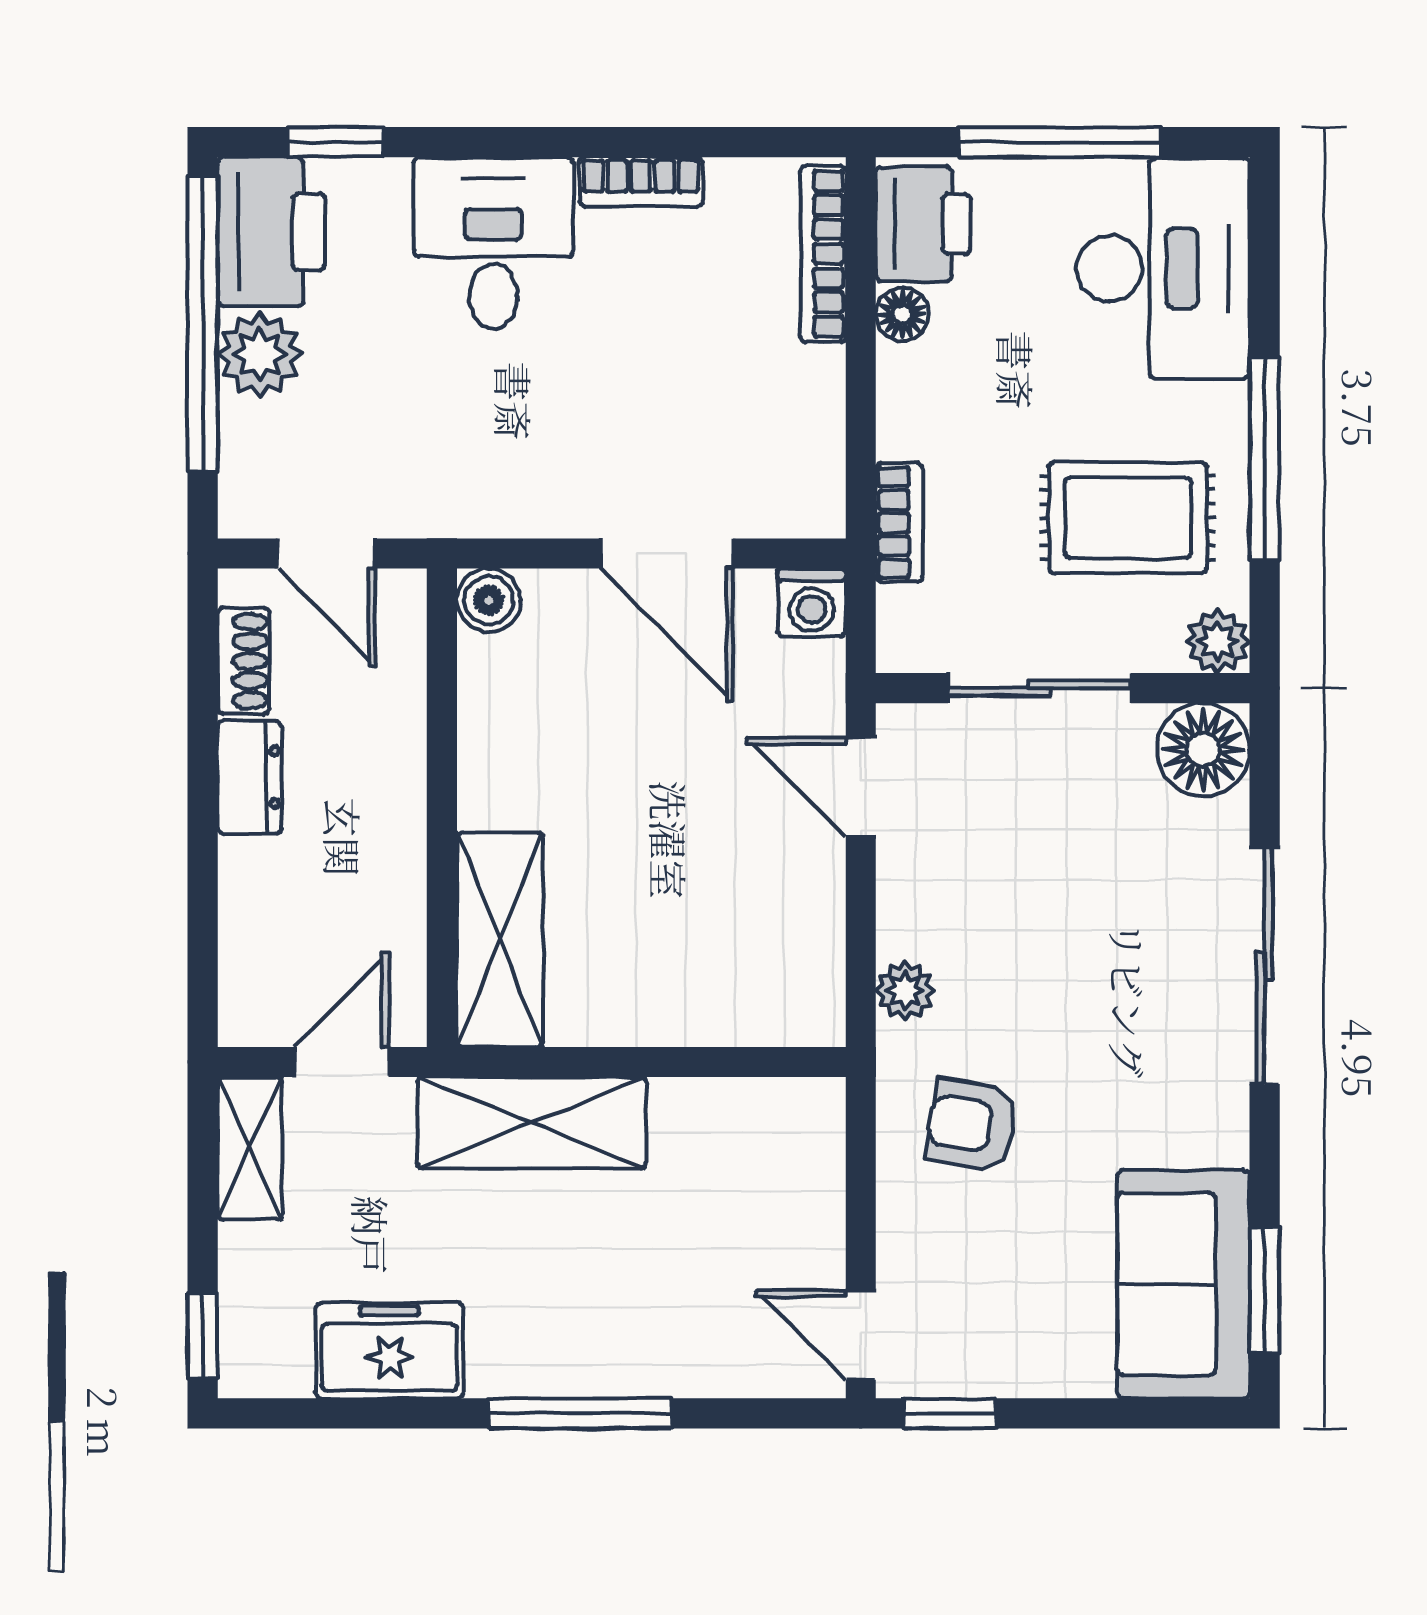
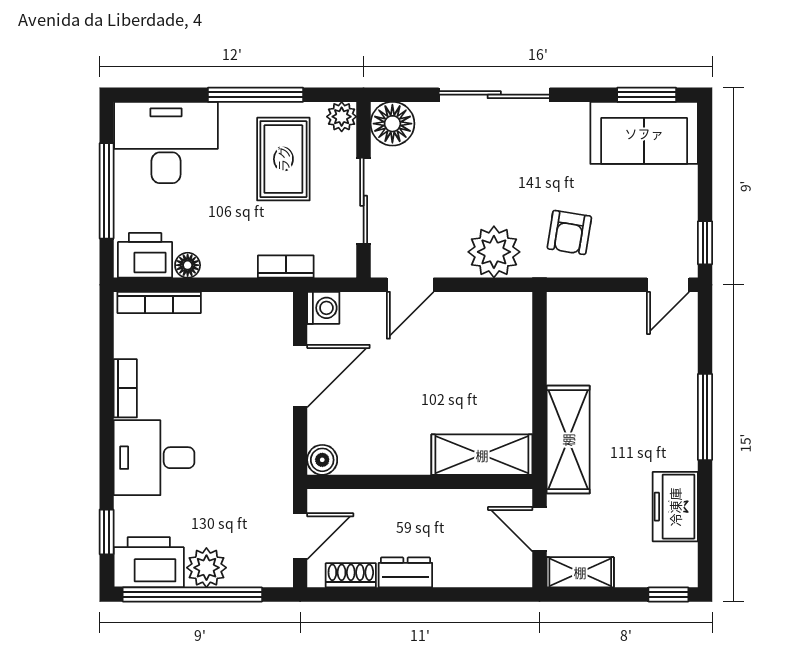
plant: (905, 991) -> (494, 252), width x1.87, depth x1.87

